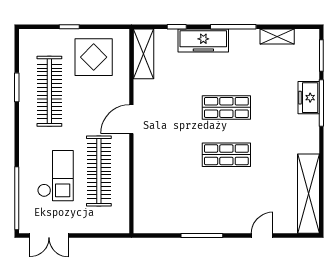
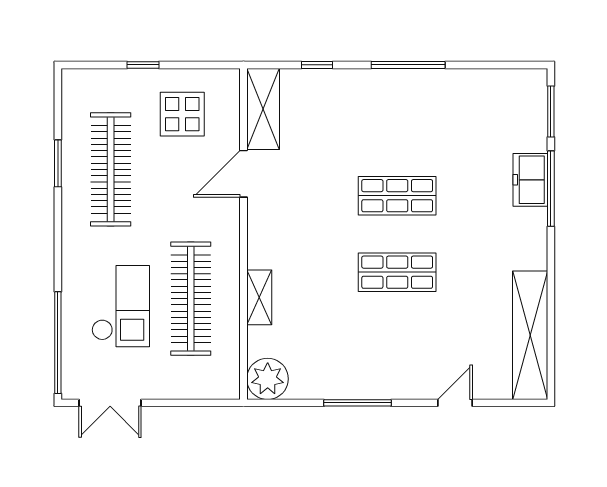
shelving: (277, 36) -> (259, 297), moved, turned 90
freezer: (203, 40) -> (360, 87), removed
display table: (94, 57) -> (182, 114), width x0.73, depth x0.73
door: (131, 119) -> (243, 174), moved
plant: (146, 221) -> (268, 379), added

